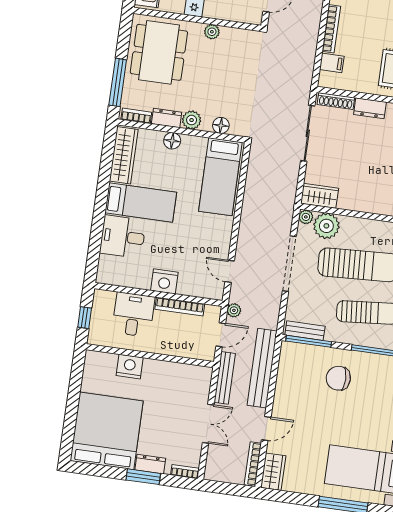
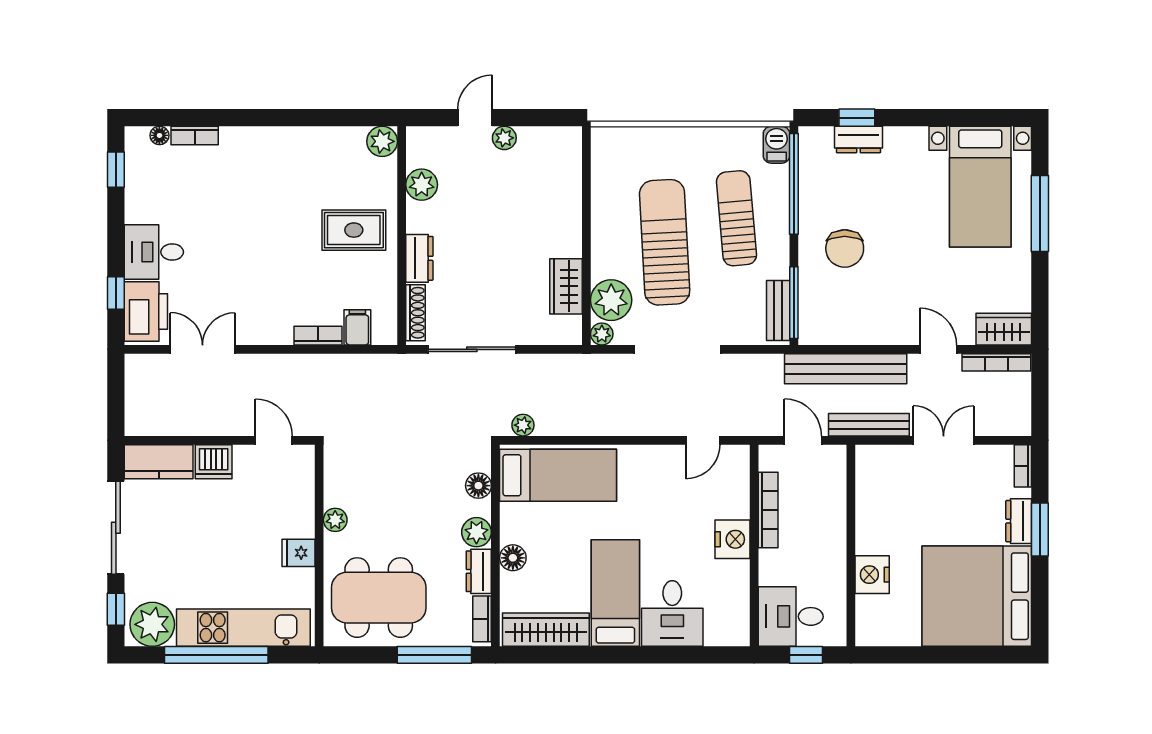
bookcase: (331, 29) -> (318, 336), width x0.64
wardrobe: (320, 196) -> (566, 286), moved
plant: (234, 310) -> (523, 425), moved
desk: (133, 315) -> (791, 616), moved

